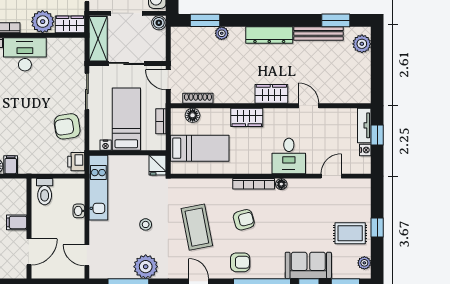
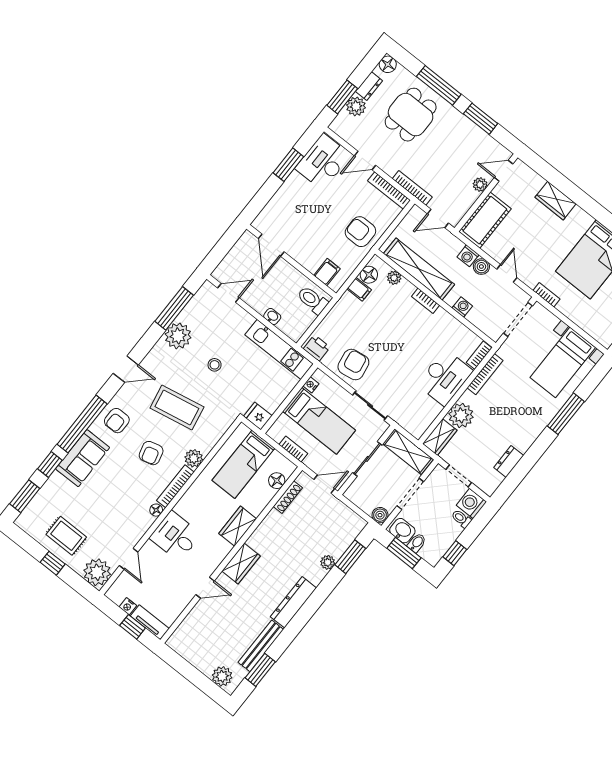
plant: (223, 187) -> (194, 458), added
filing cabinet: (17, 222) -> (327, 272), moved
rug: (350, 233) -> (66, 536), turned 90
plant: (364, 263) -> (97, 572), moved, width x1.88, depth x1.88
sofa: (308, 265) -> (83, 458), moved

